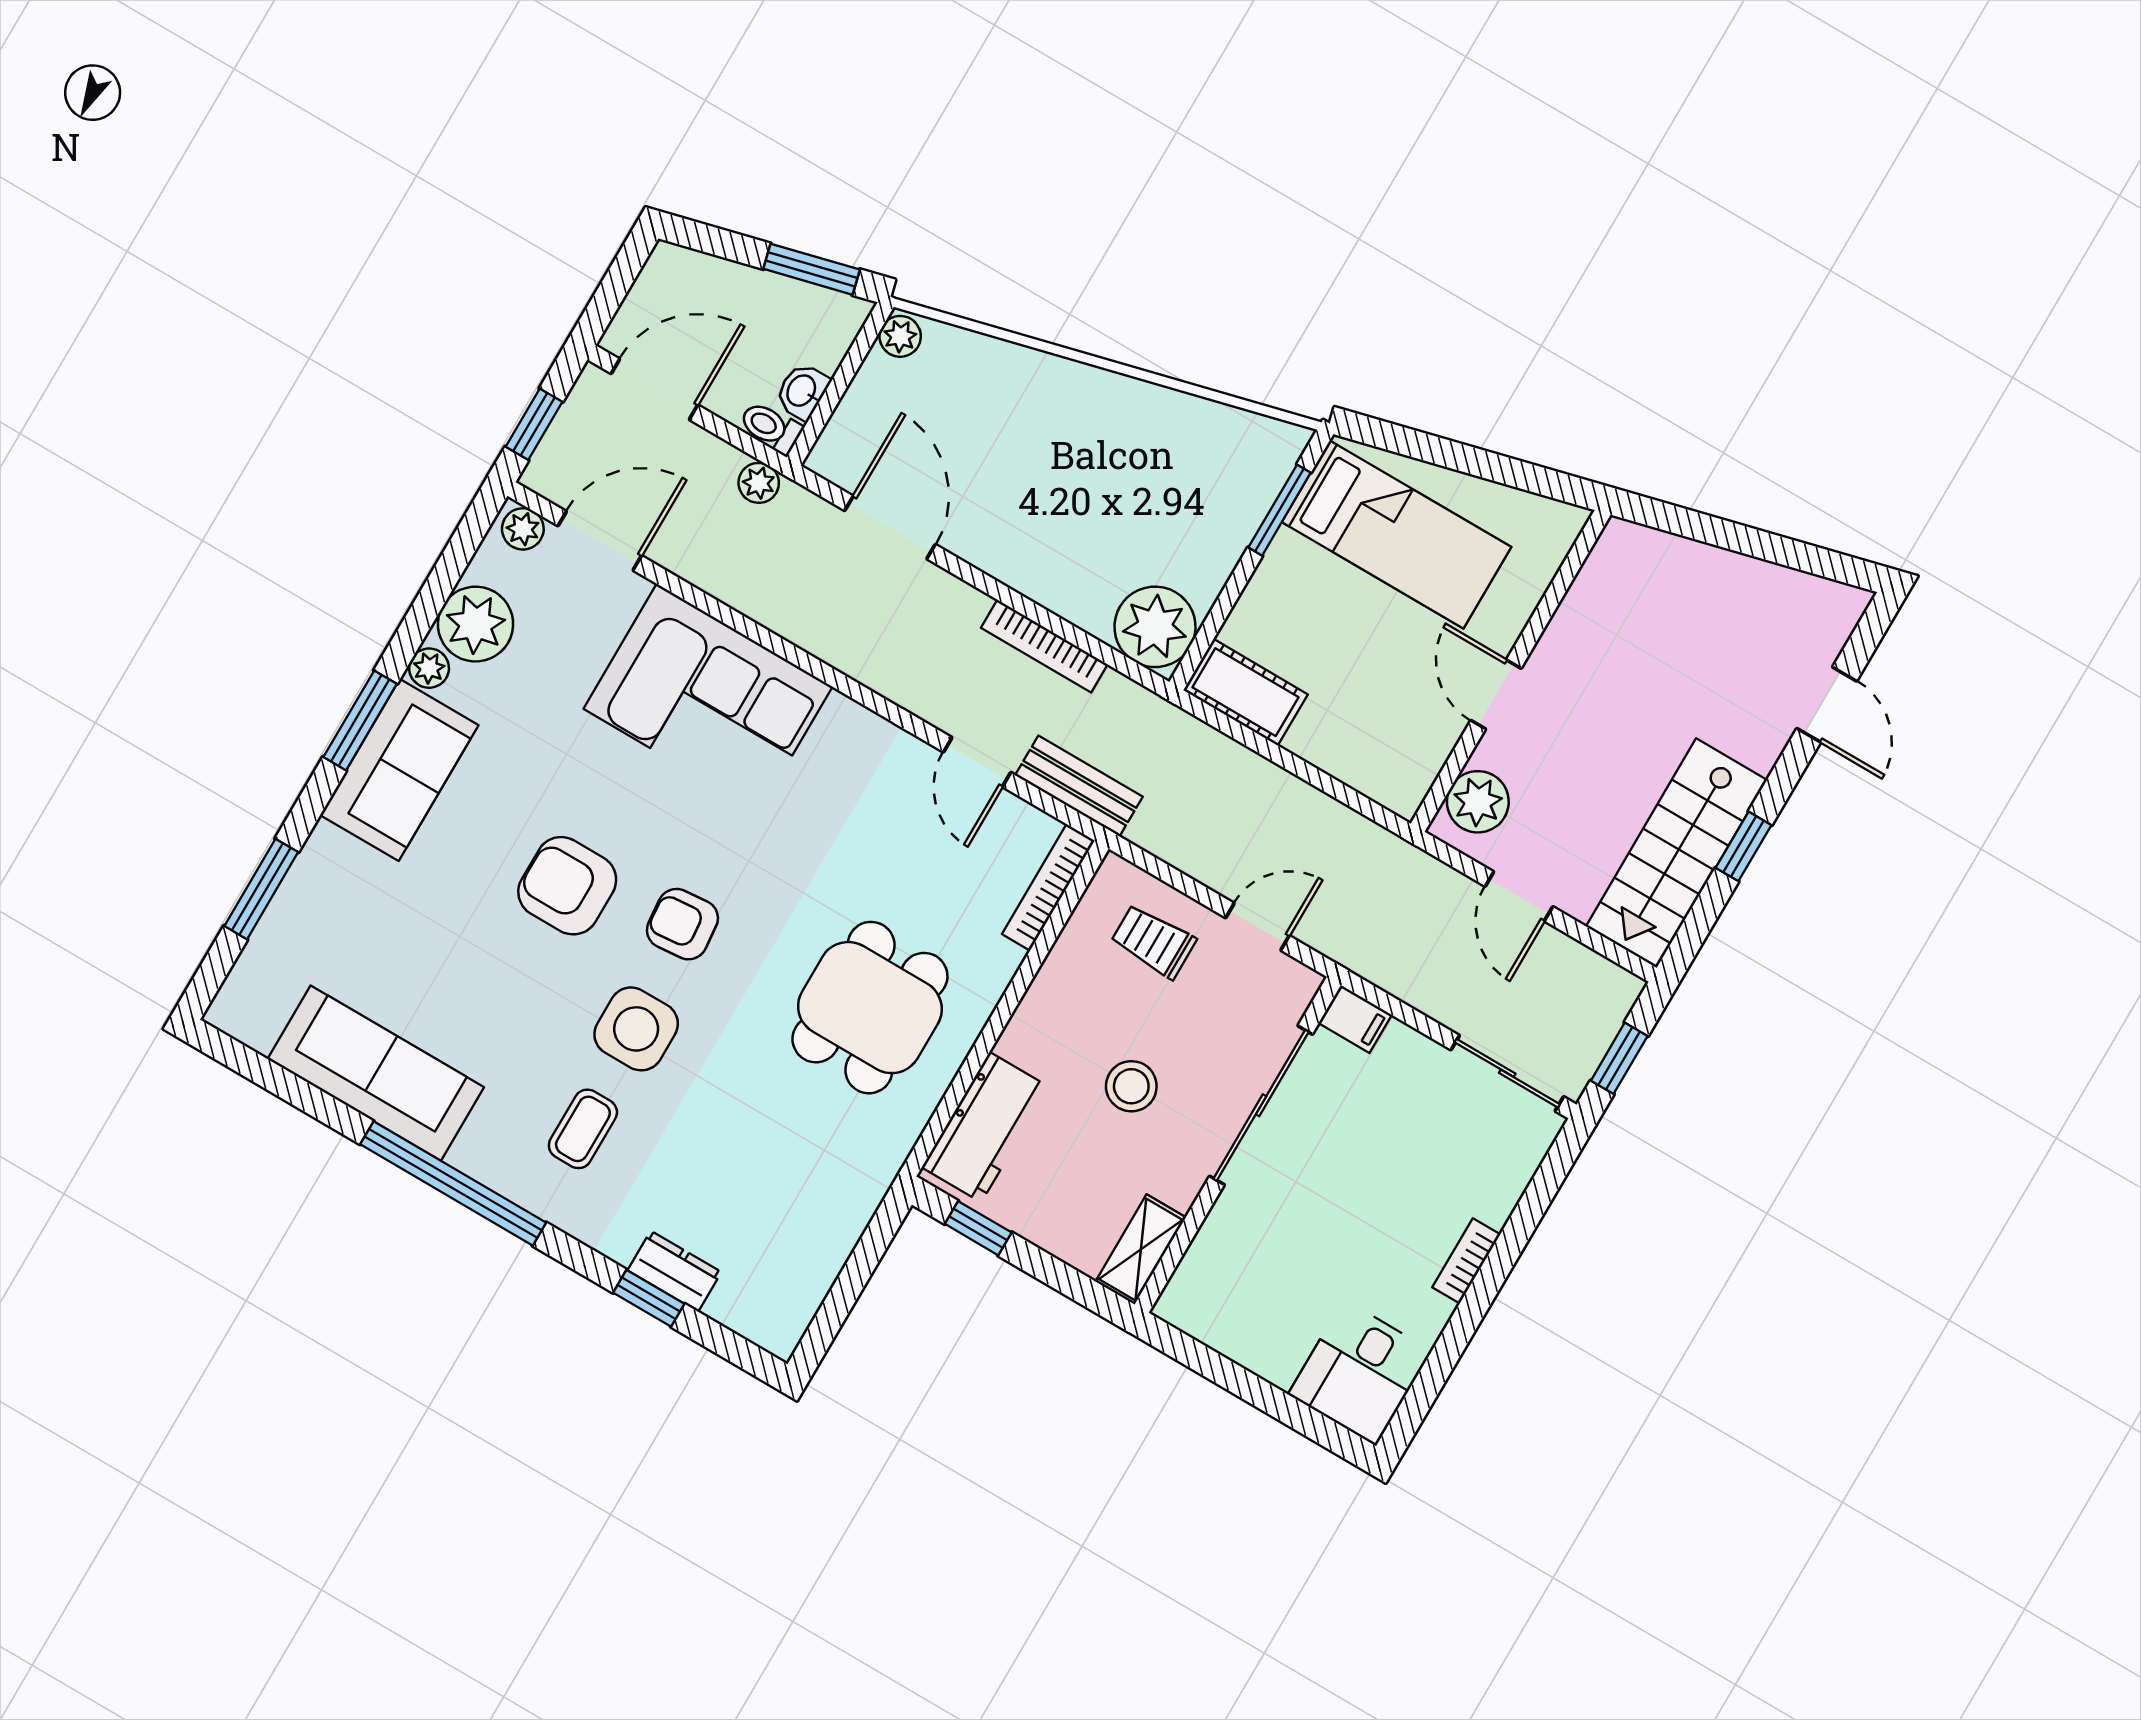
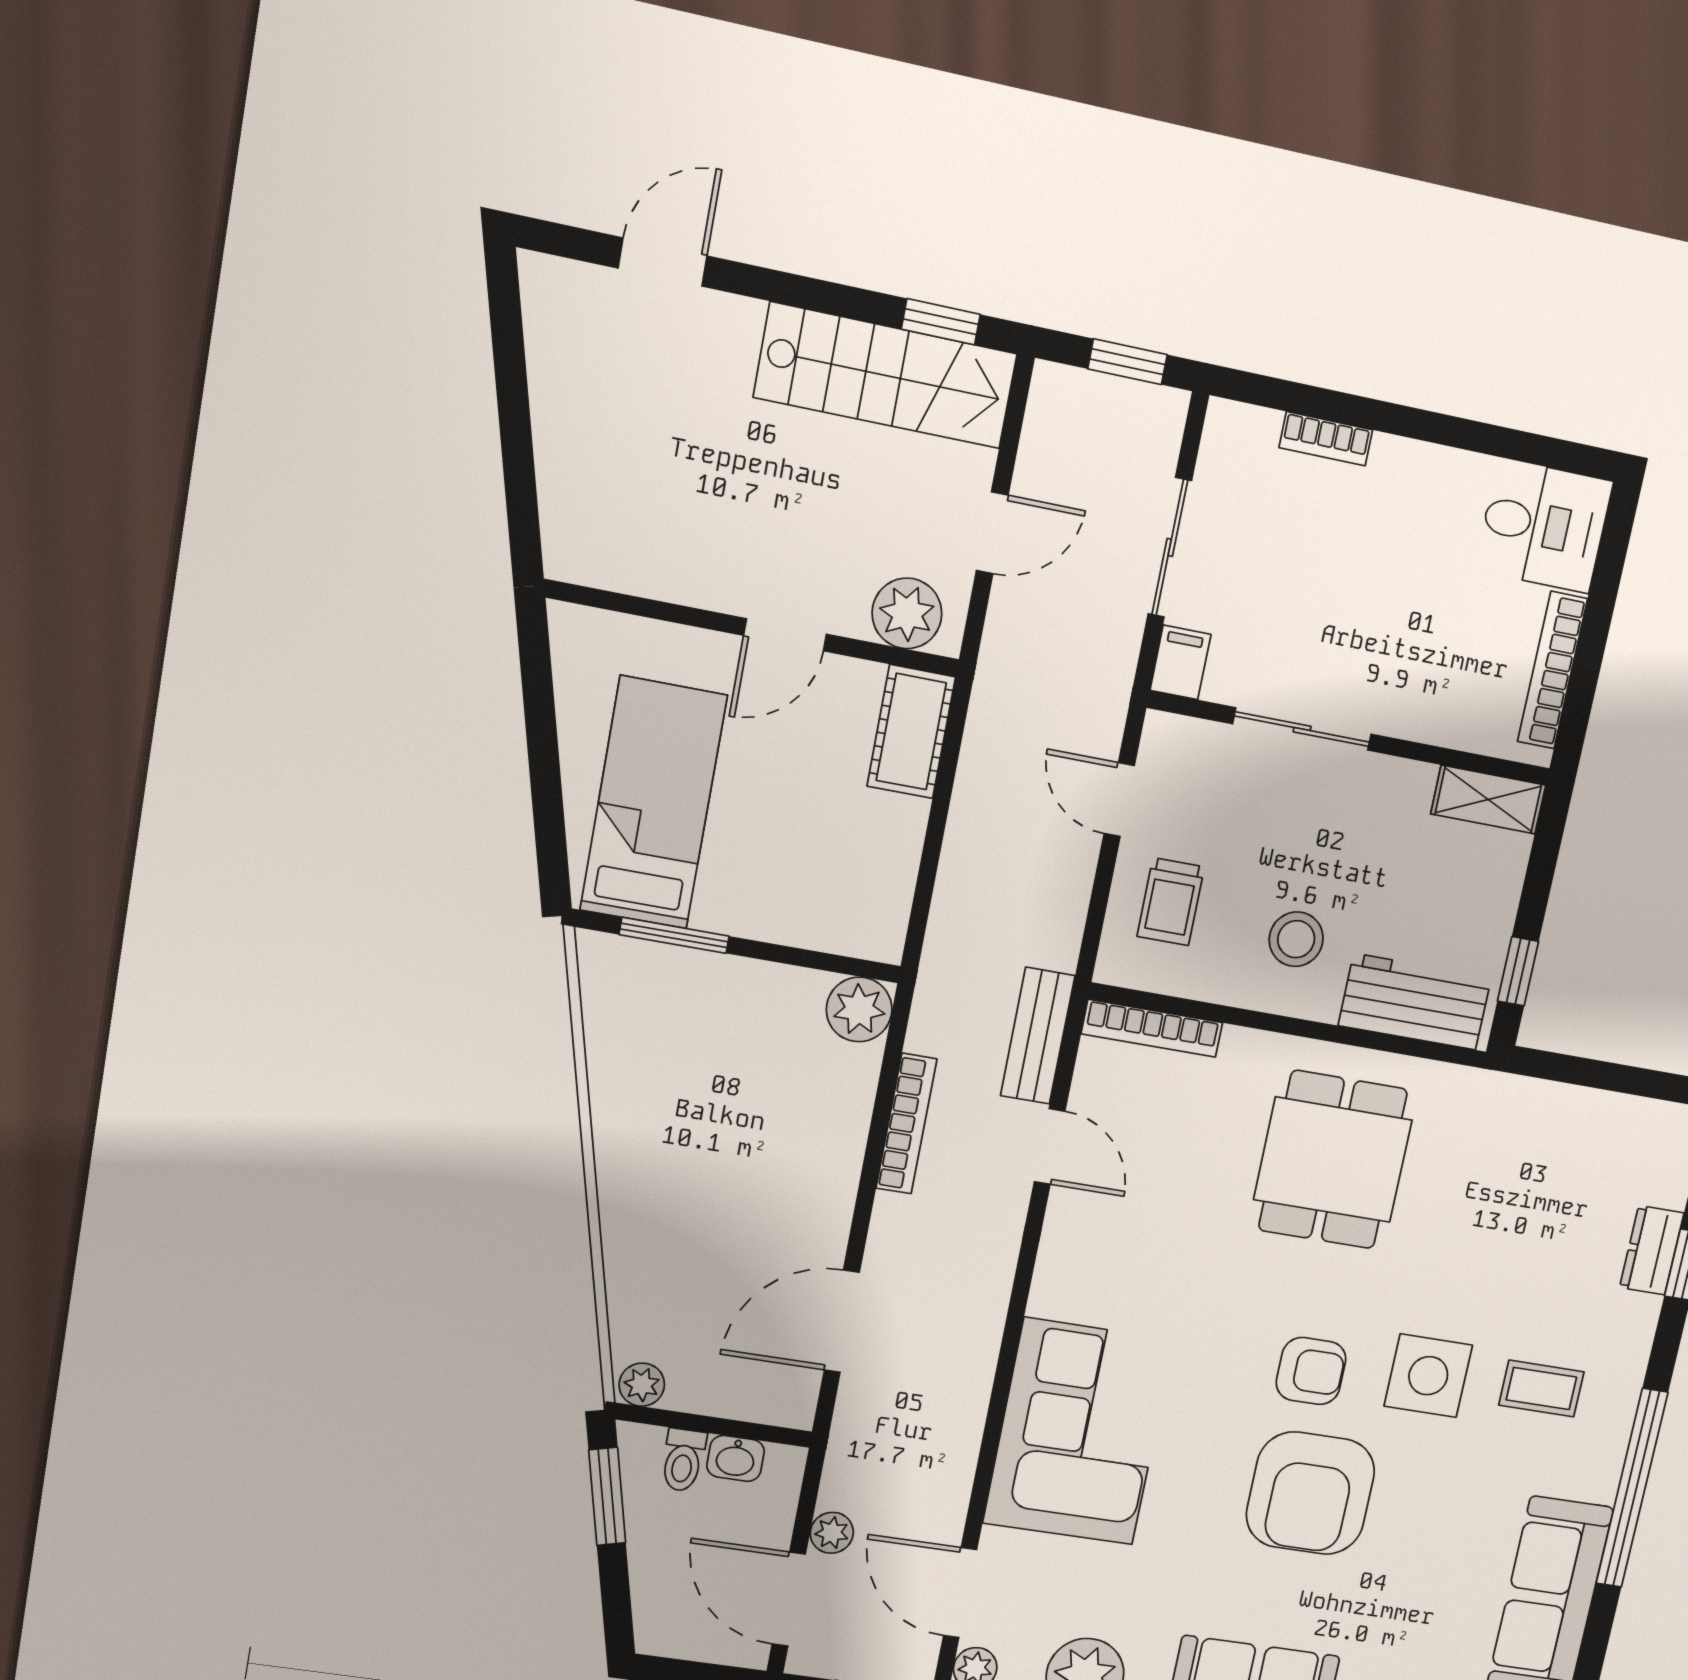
toilet: (771, 427) -> (683, 1460), moved
plant: (759, 483) -> (832, 1533), moved
plant: (1155, 627) -> (859, 1009), width x0.73, depth x0.73
cot: (1245, 692) -> (911, 732), moved
door: (977, 762) -> (1050, 1146), hinge flipped
window: (1743, 846) -> (941, 322), moved
armchair: (567, 886) -> (1310, 1493), width x1.36, depth x1.36
armchair: (682, 924) -> (1311, 1371), turned -85
dining table: (870, 1008) -> (1333, 1160), turned 90
sliding door: (1507, 1073) -> (1170, 547), moved
stool: (1131, 1086) -> (1296, 939), moved
sliding door: (1261, 1105) -> (1302, 729), width x0.73
bookcase: (1466, 1261) -> (1326, 439), moved
bookcase: (1233, 1342) -> (1552, 670), added

